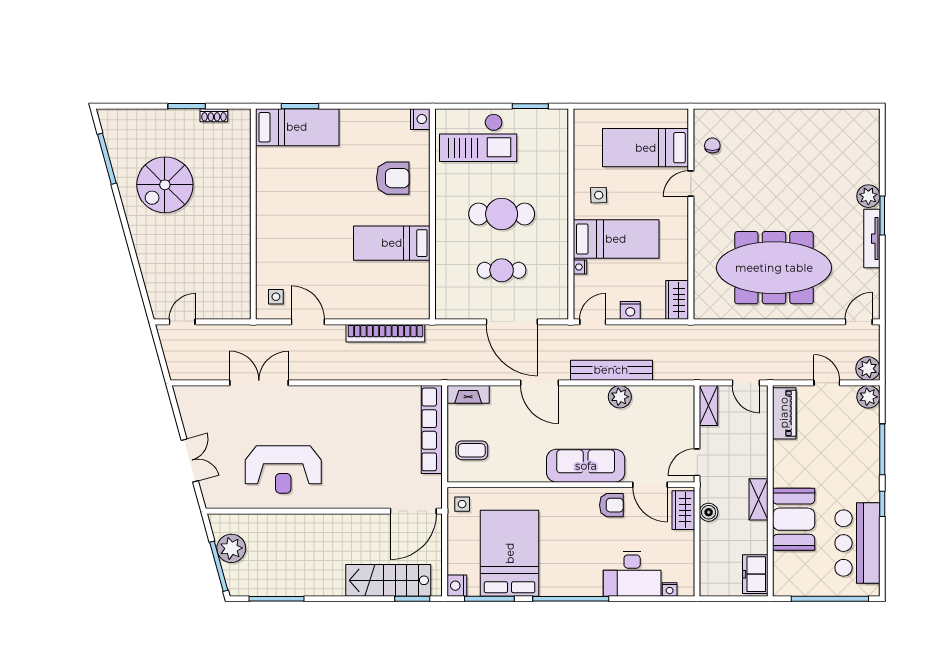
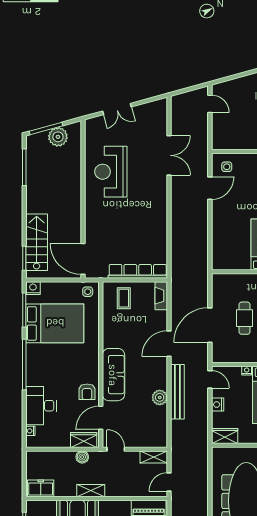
bookcase: (385, 333) -> (202, 240), removed

